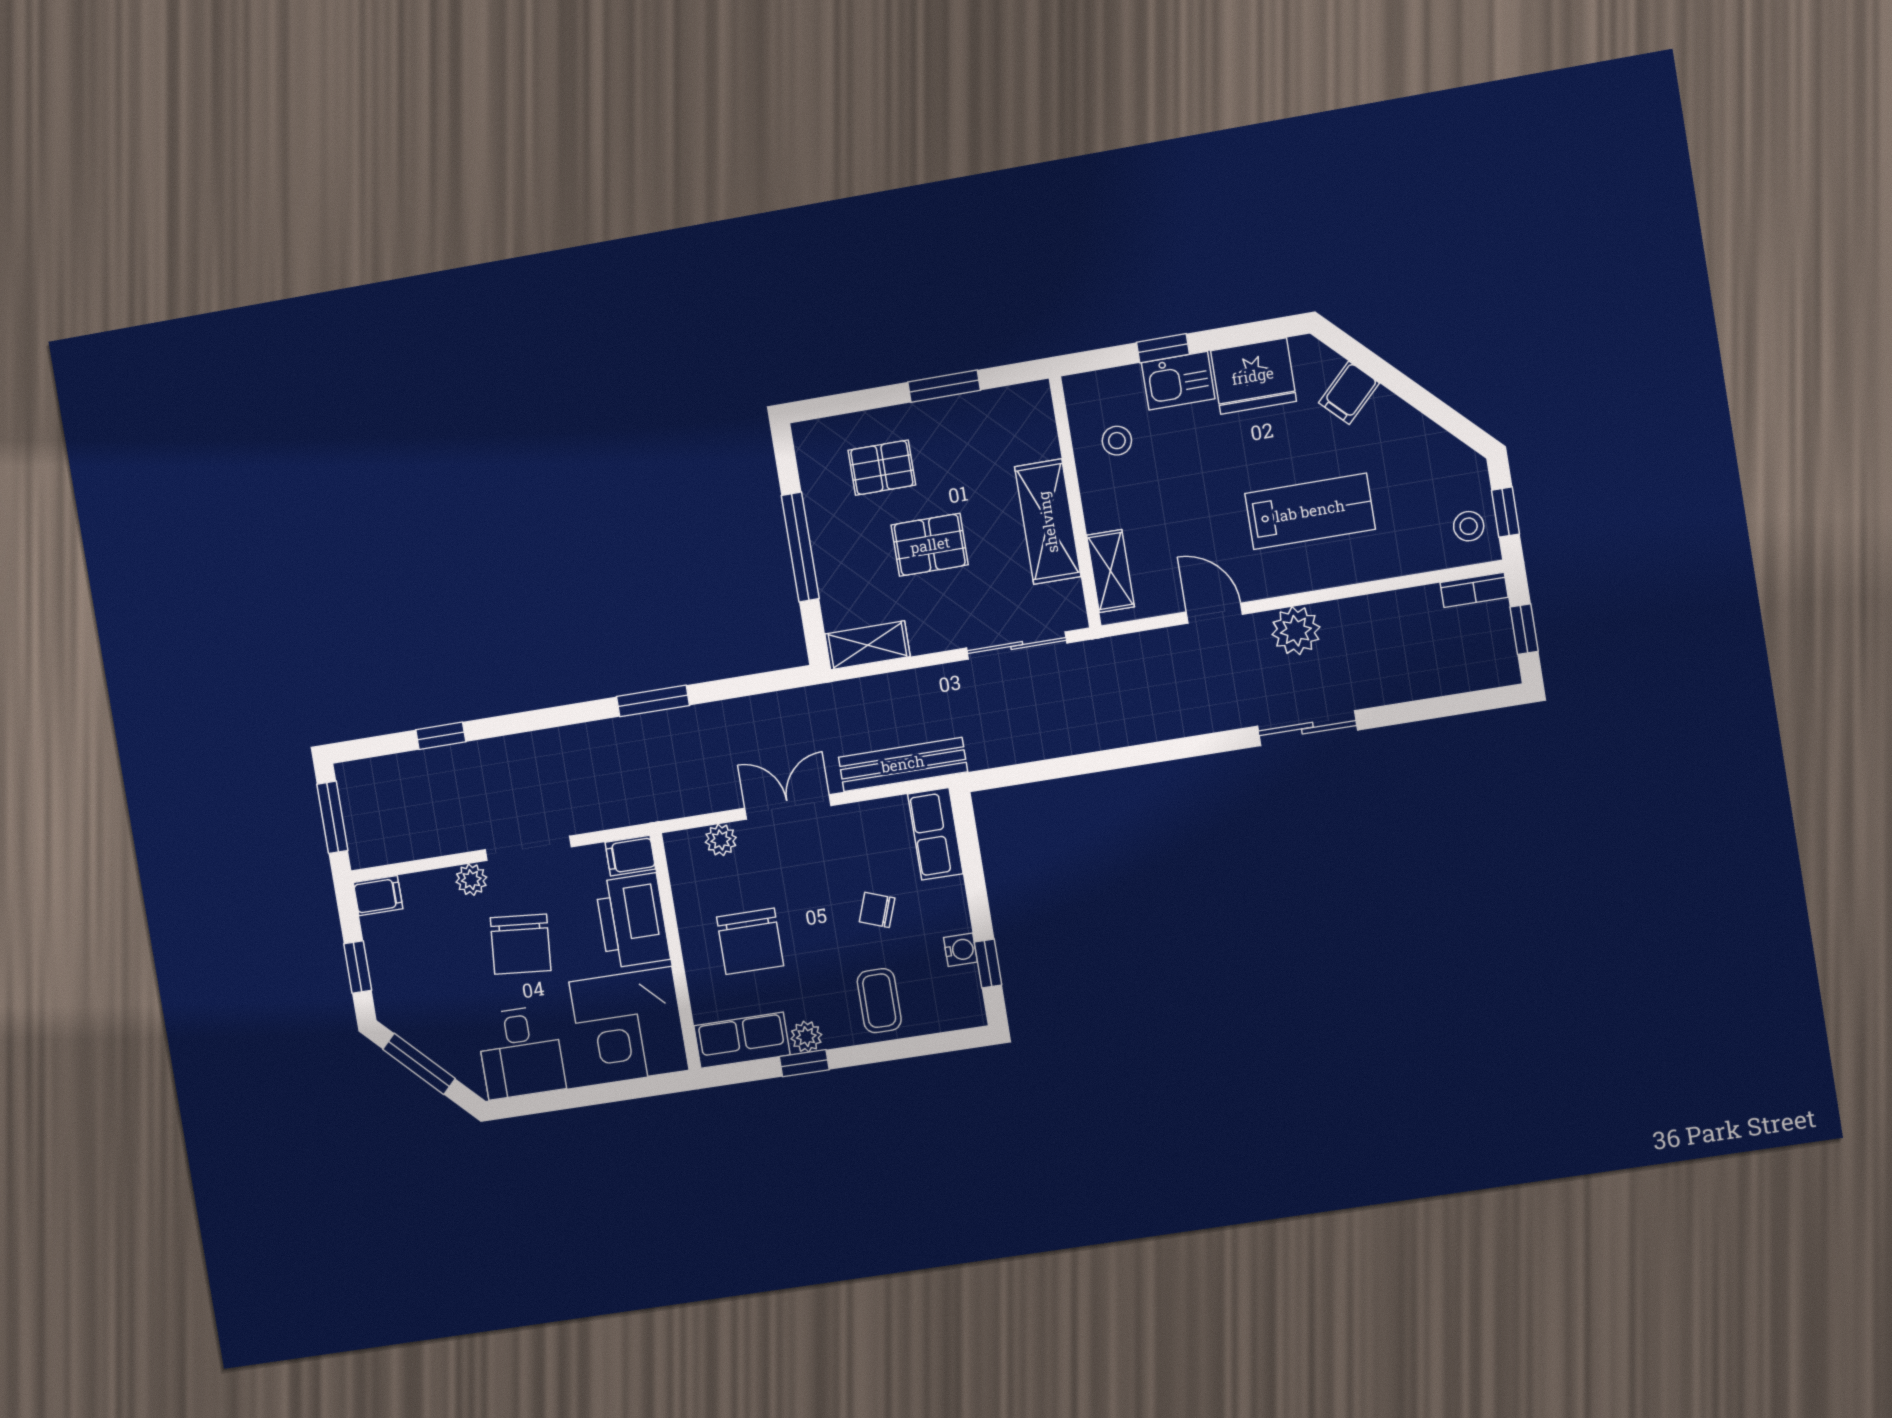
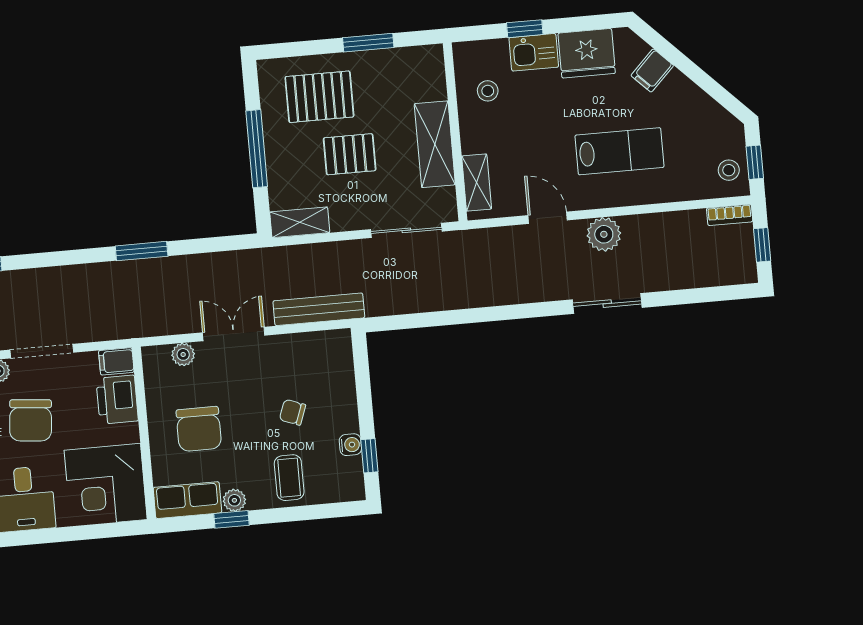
pallet: (882, 468) -> (319, 97), width x1.50, depth x1.42
row of seats: (935, 834) -> (338, 360), removed
printer: (633, 921) -> (117, 400), width x0.73, depth x0.84

